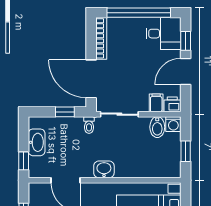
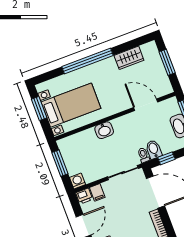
bidet: (157, 127) -> (154, 149), moved
window: (186, 151) -> (60, 163), width x1.50
washbasin: (104, 169) -> (104, 130), moved

